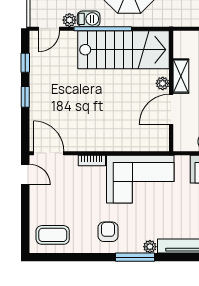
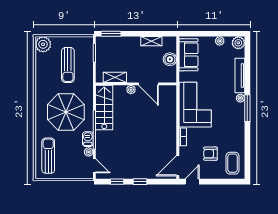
stairs: (124, 50) -> (104, 108), width x0.73, depth x0.66
shelving: (181, 76) -> (115, 77), moved
armchair: (108, 232) -> (210, 154), moved

